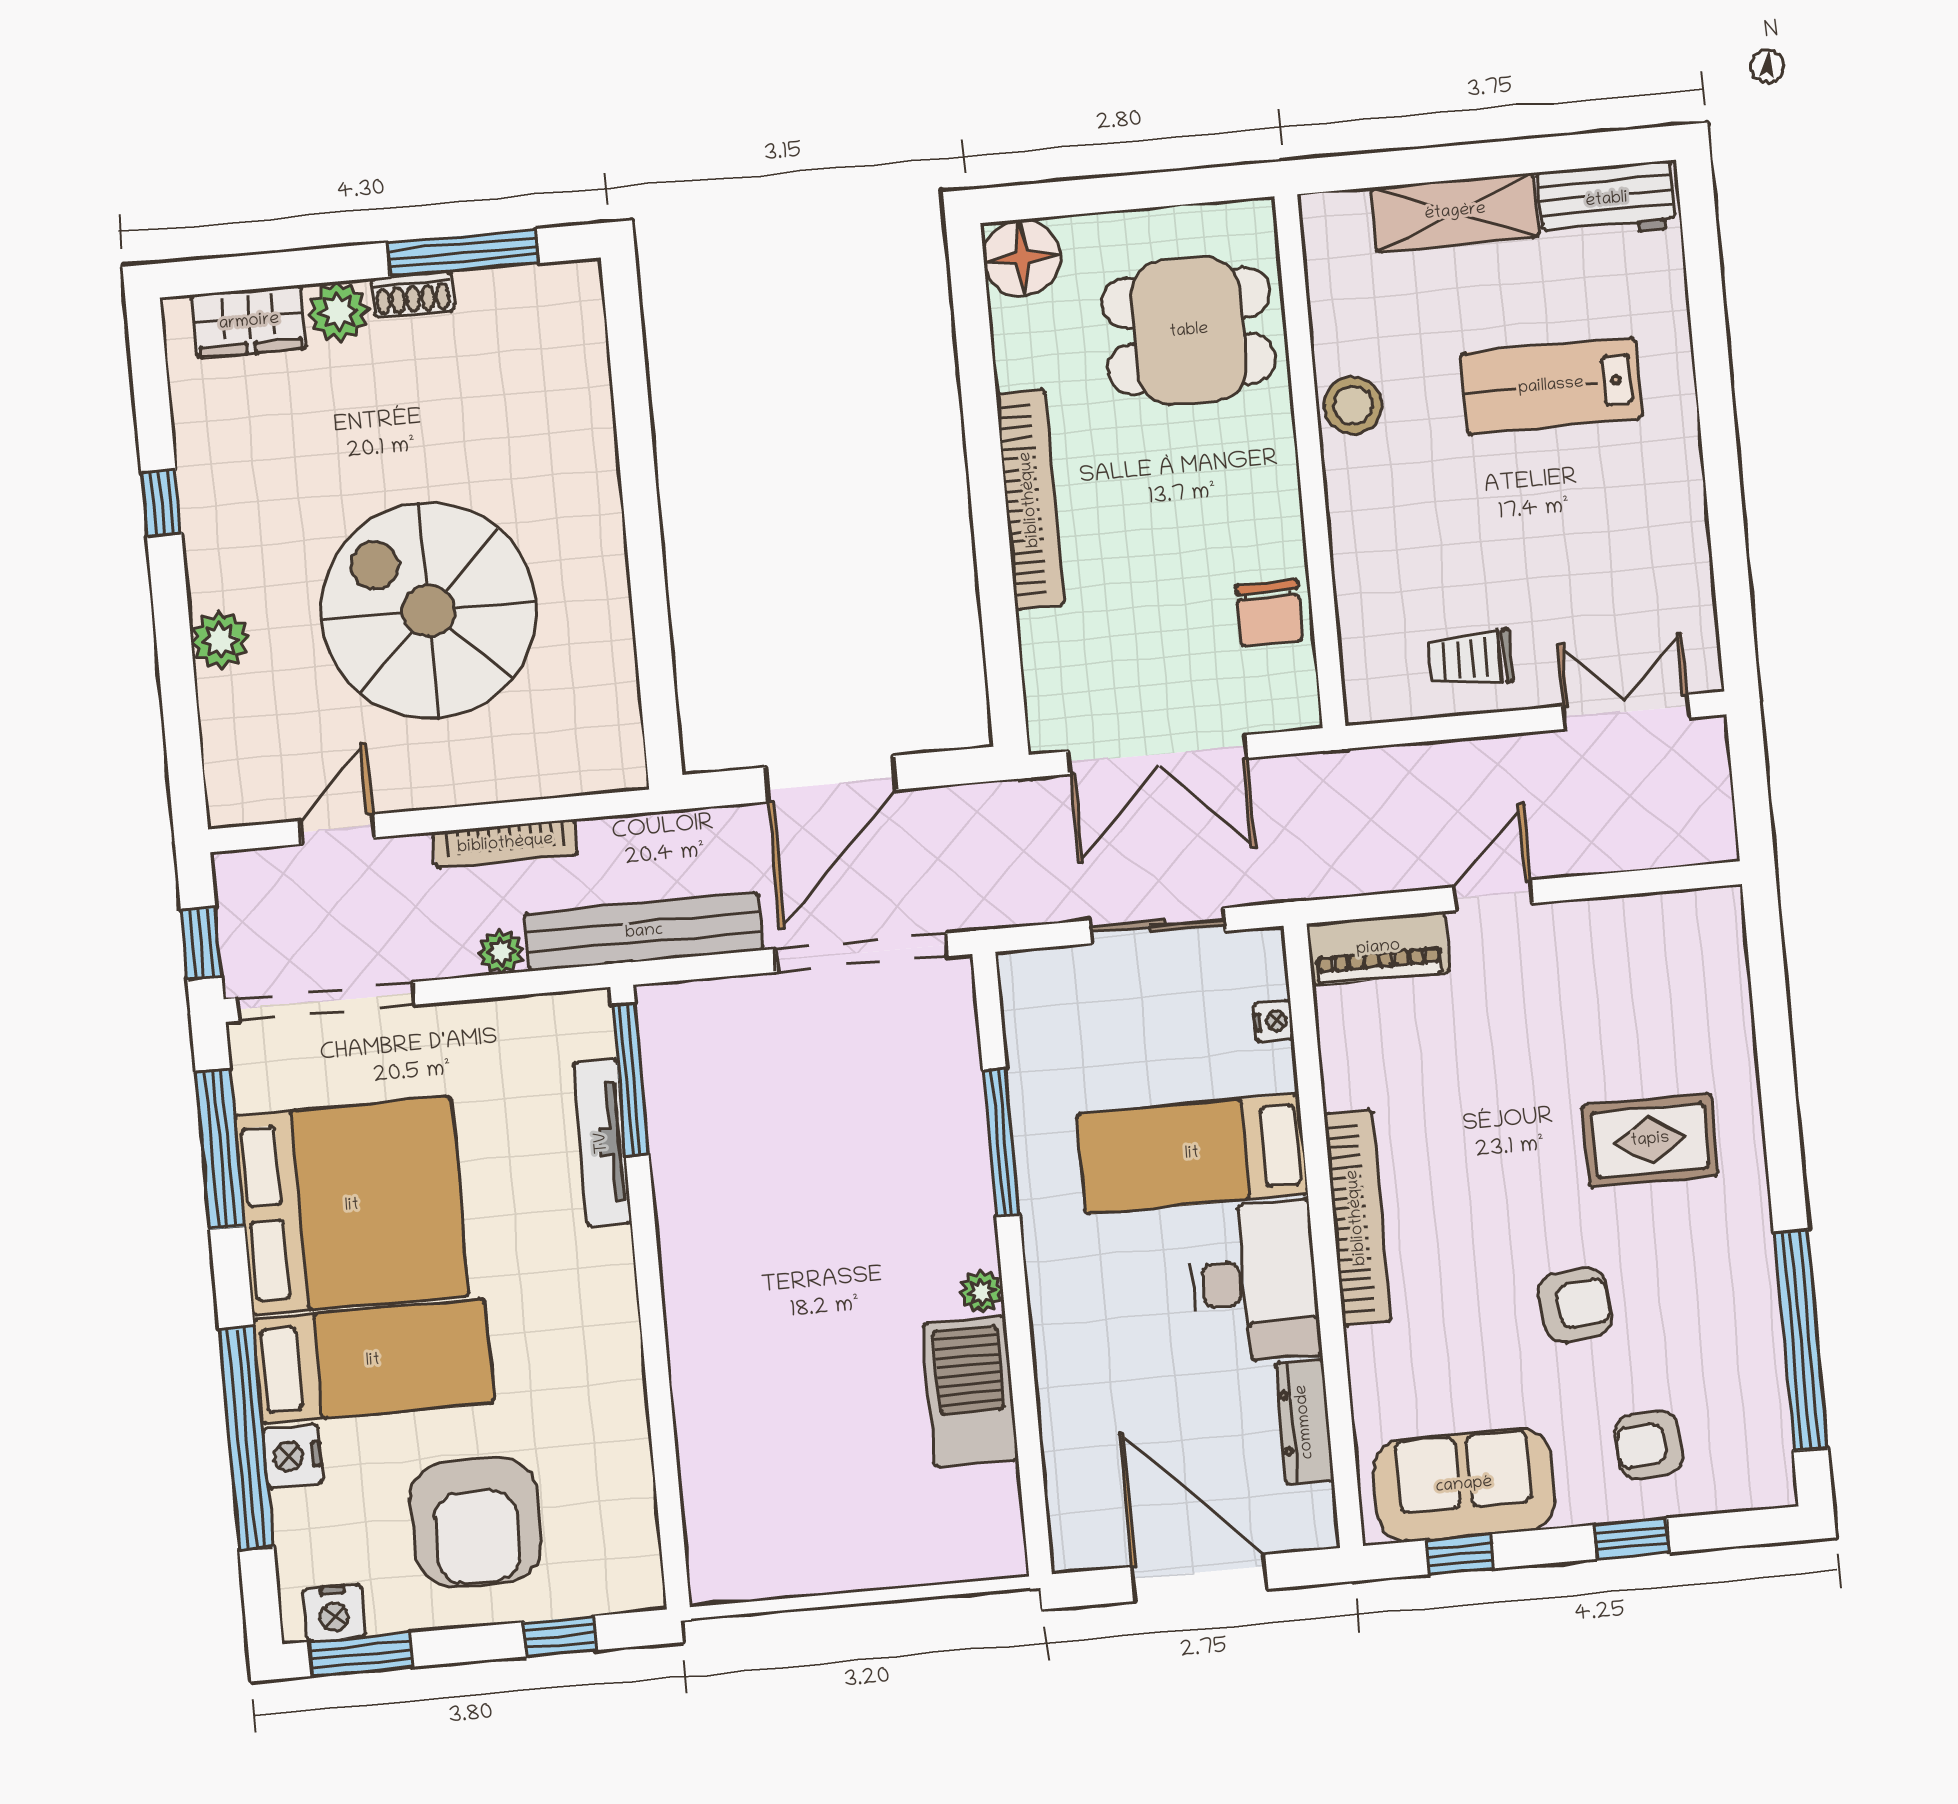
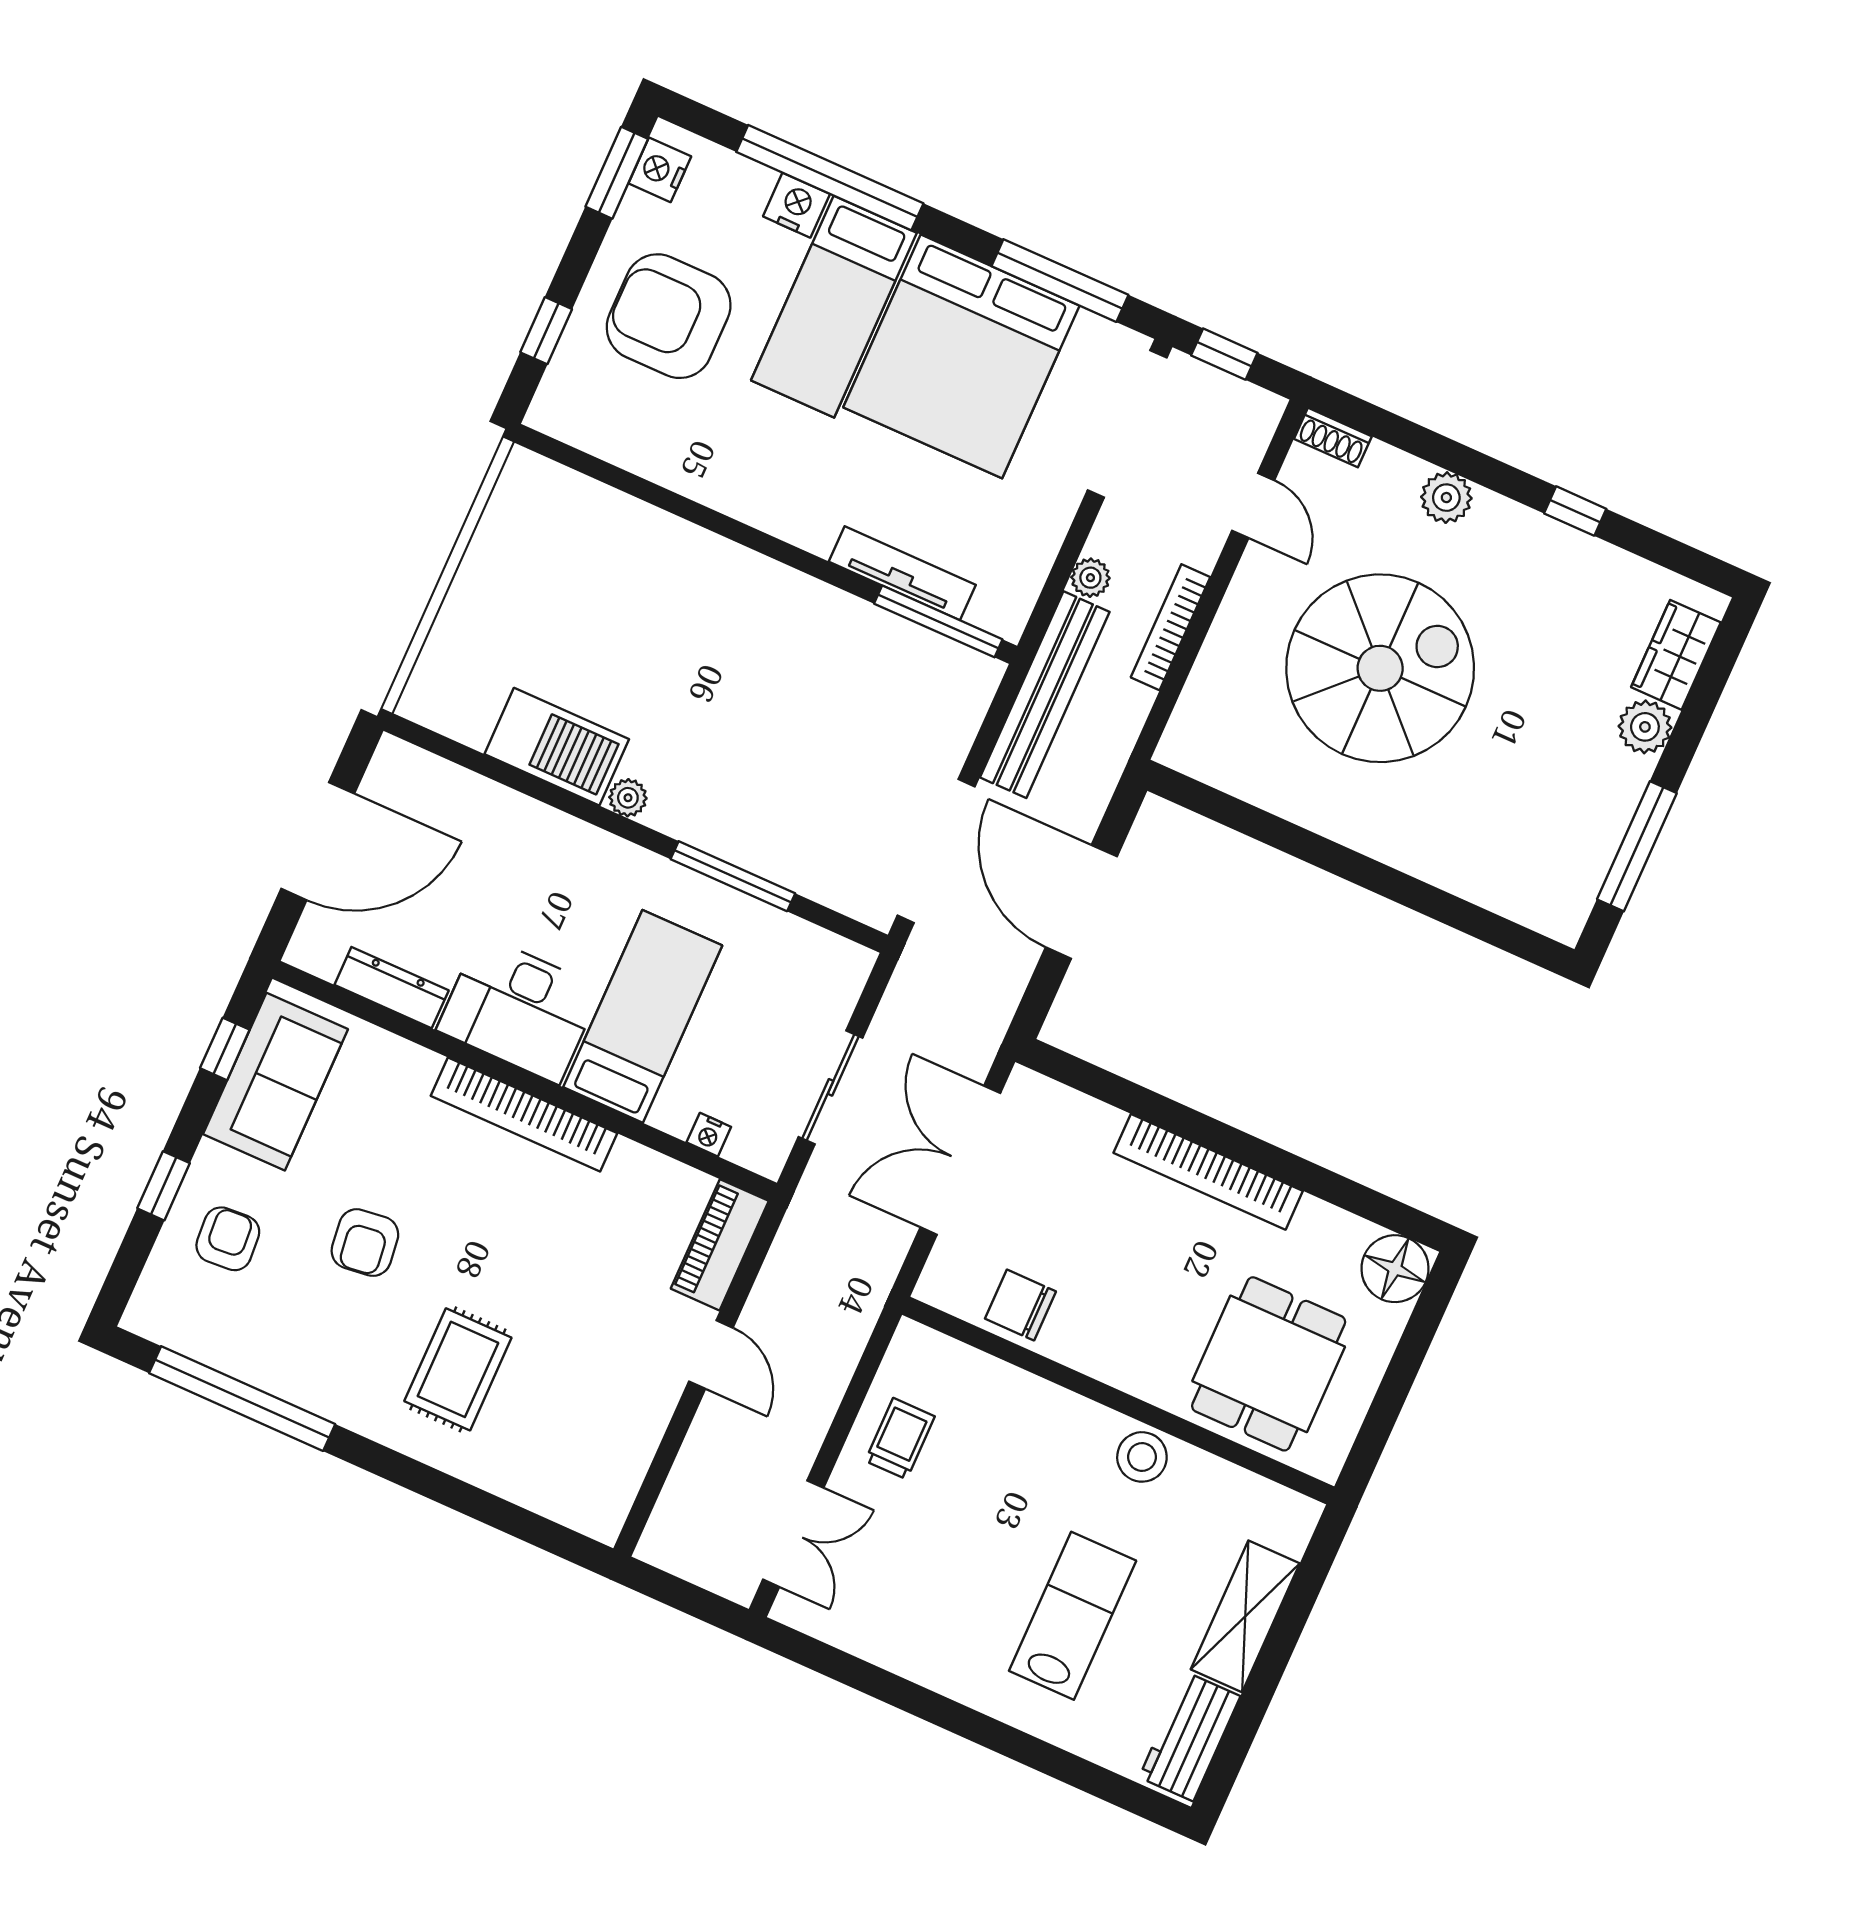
shoe rack: (412, 294) -> (1333, 438), moved, turned -90

